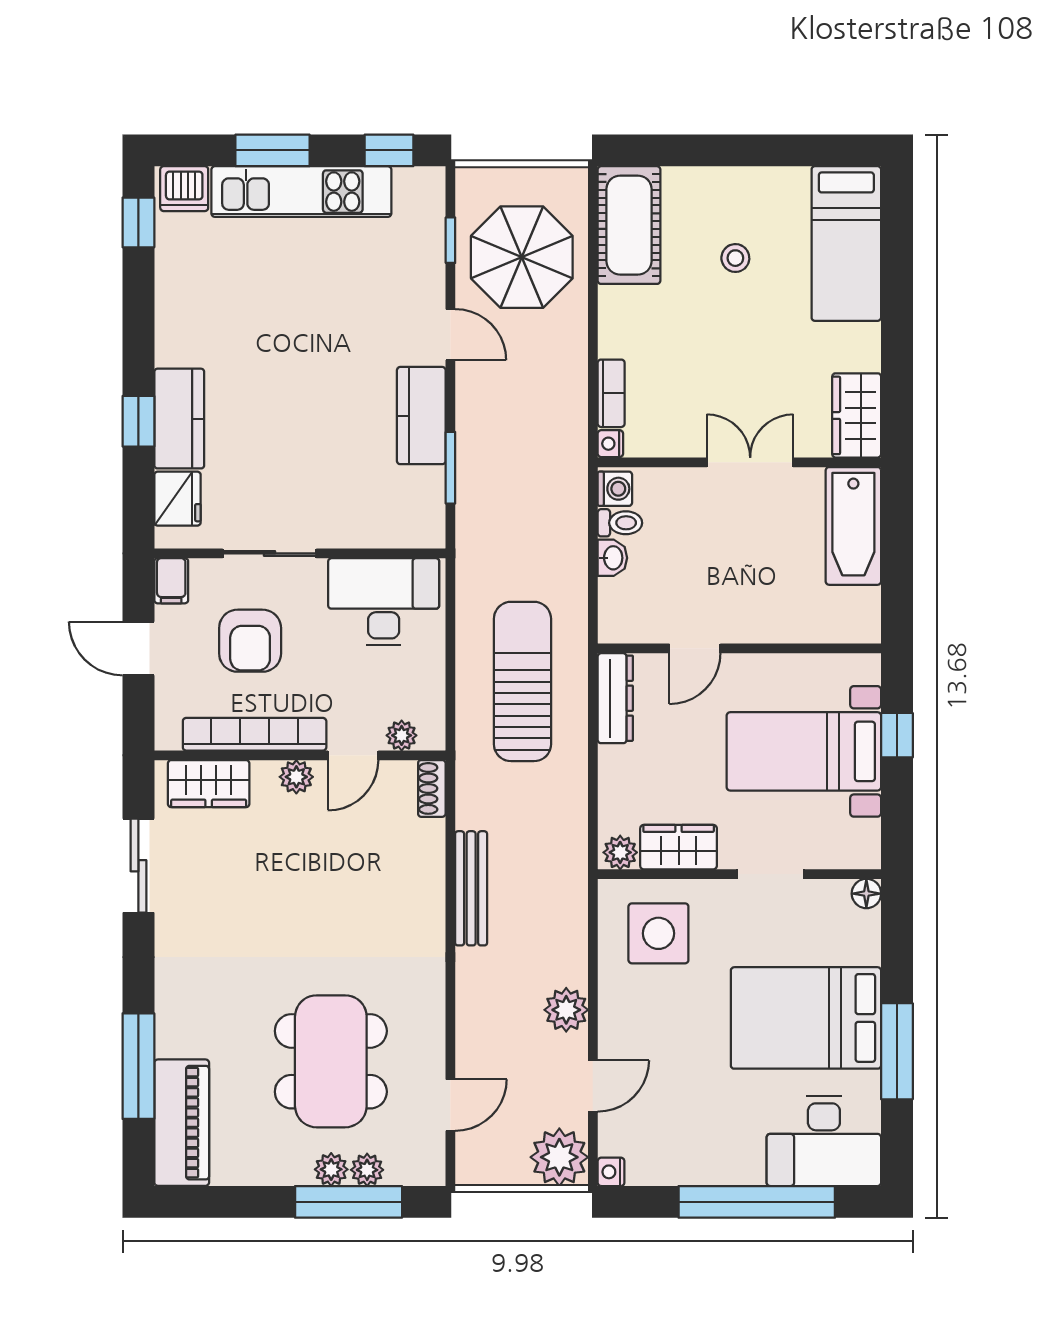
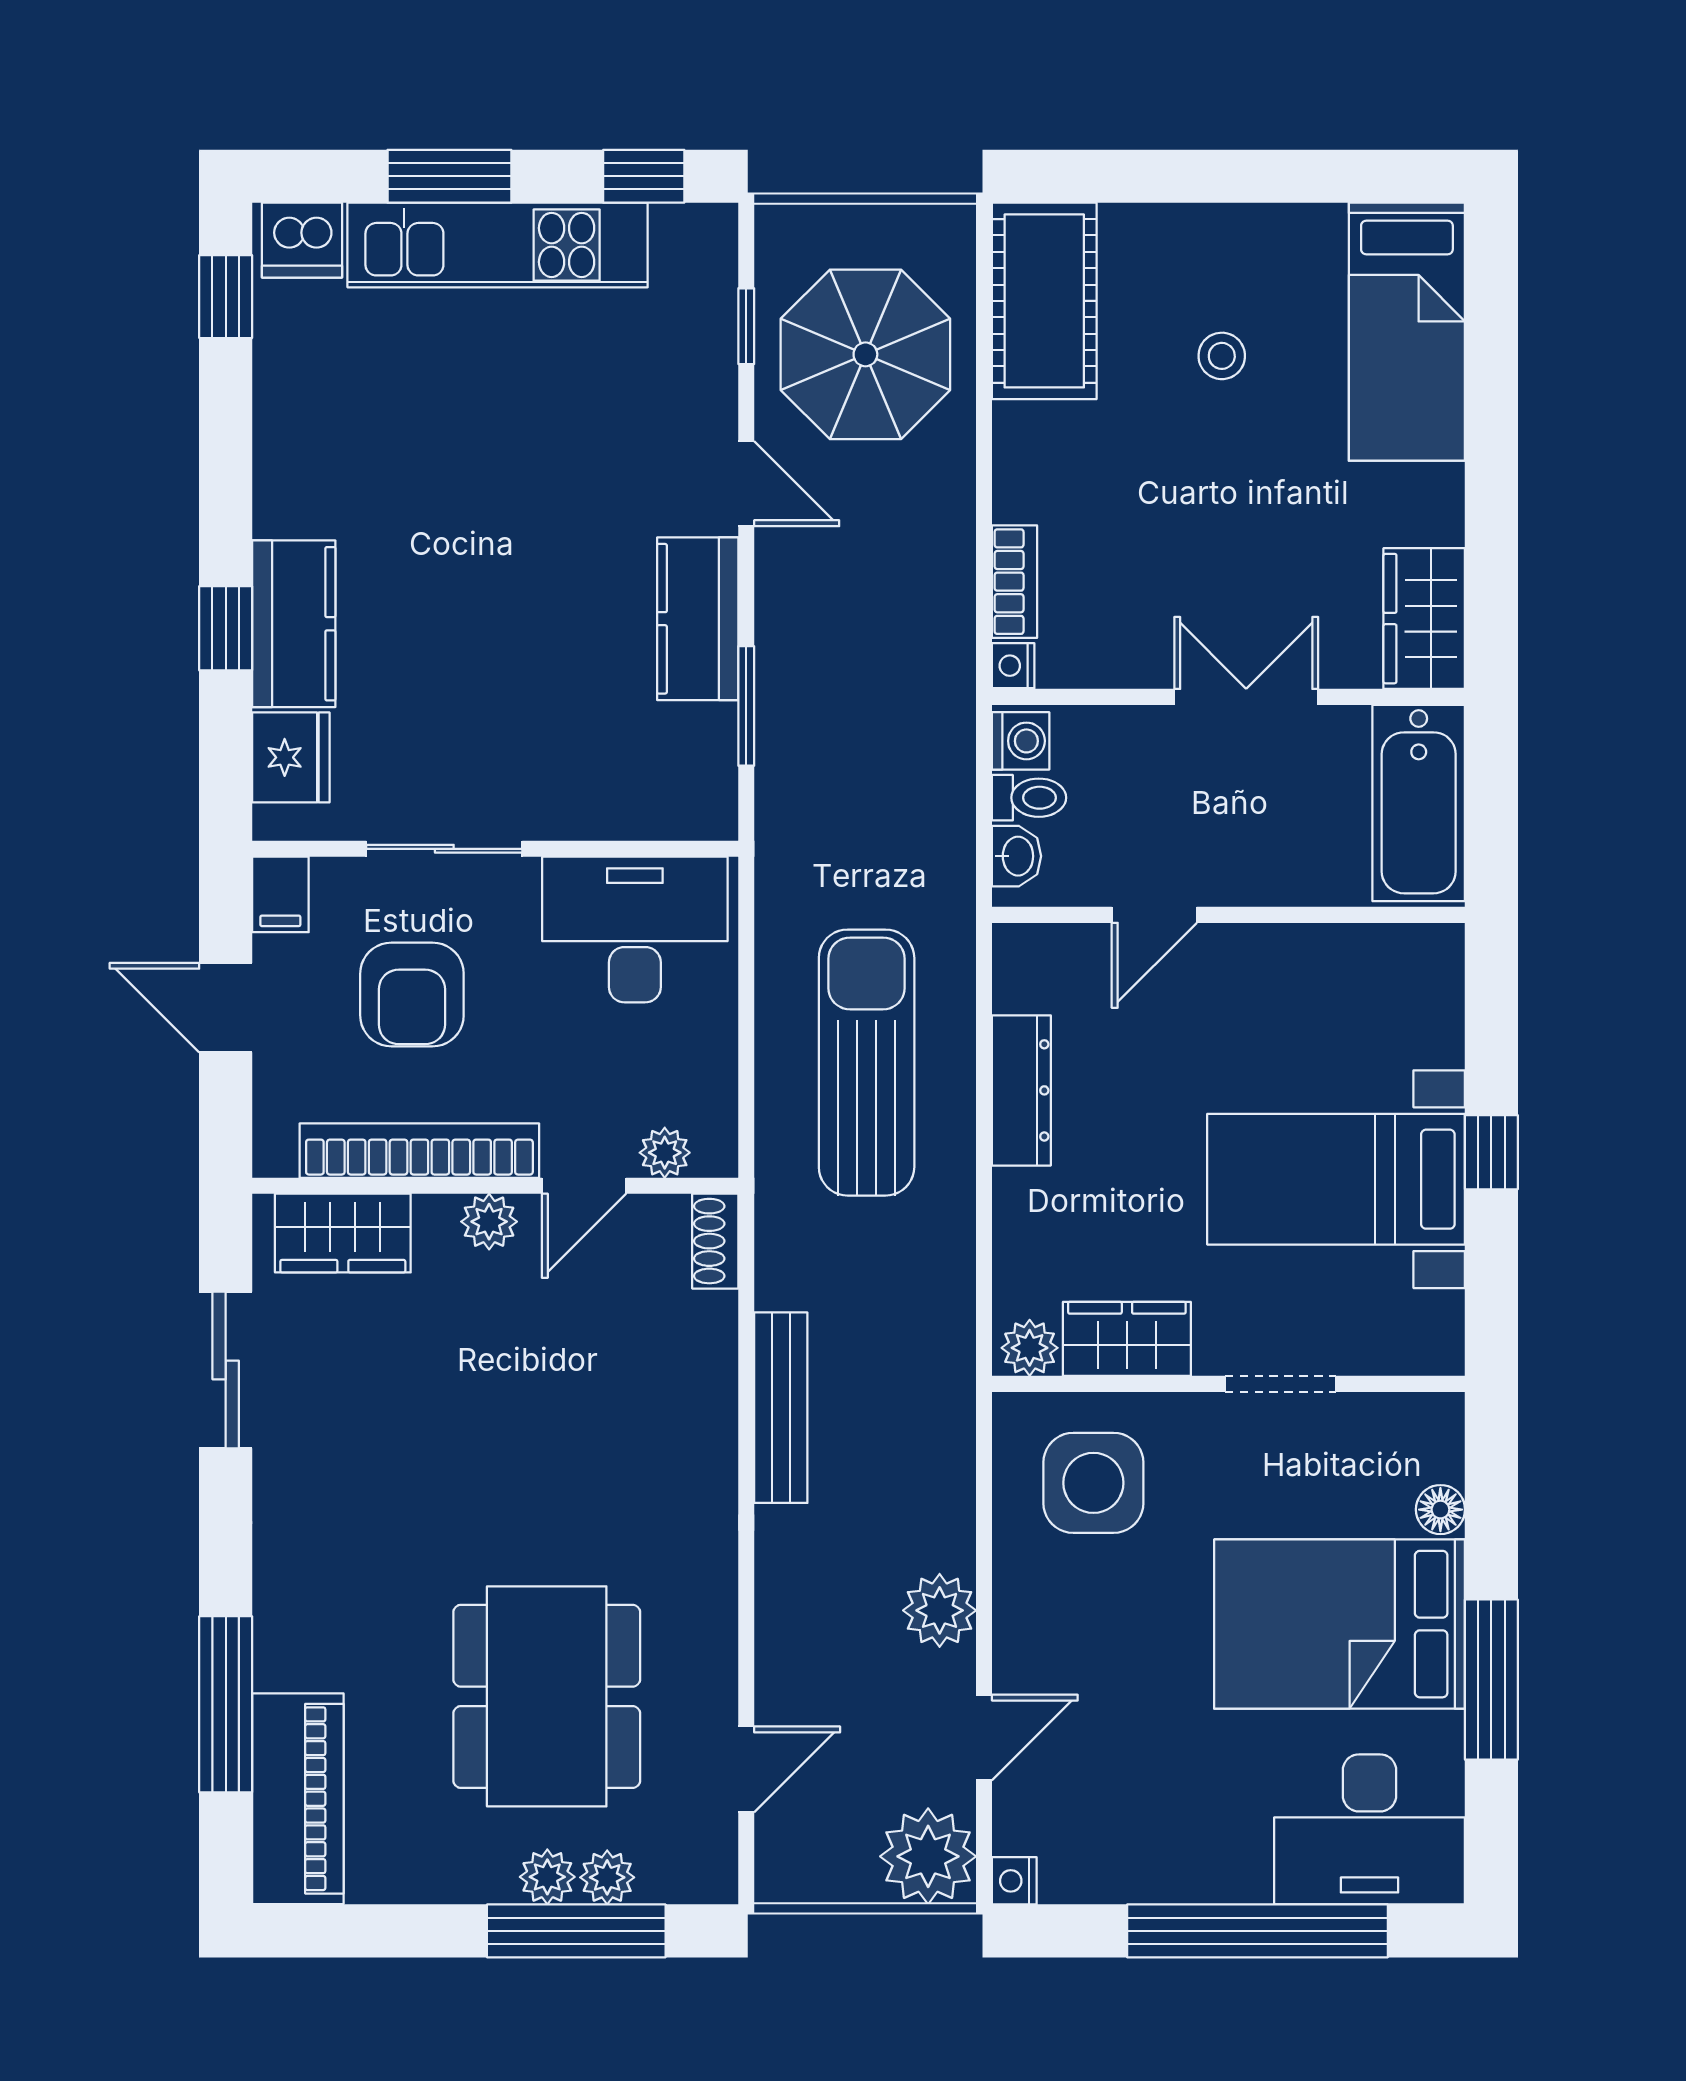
door: (695, 648) -> (1154, 915), moved
wall: (739, 648) -> (1228, 915), moved
floor lamp: (866, 894) -> (1440, 1510), moved

